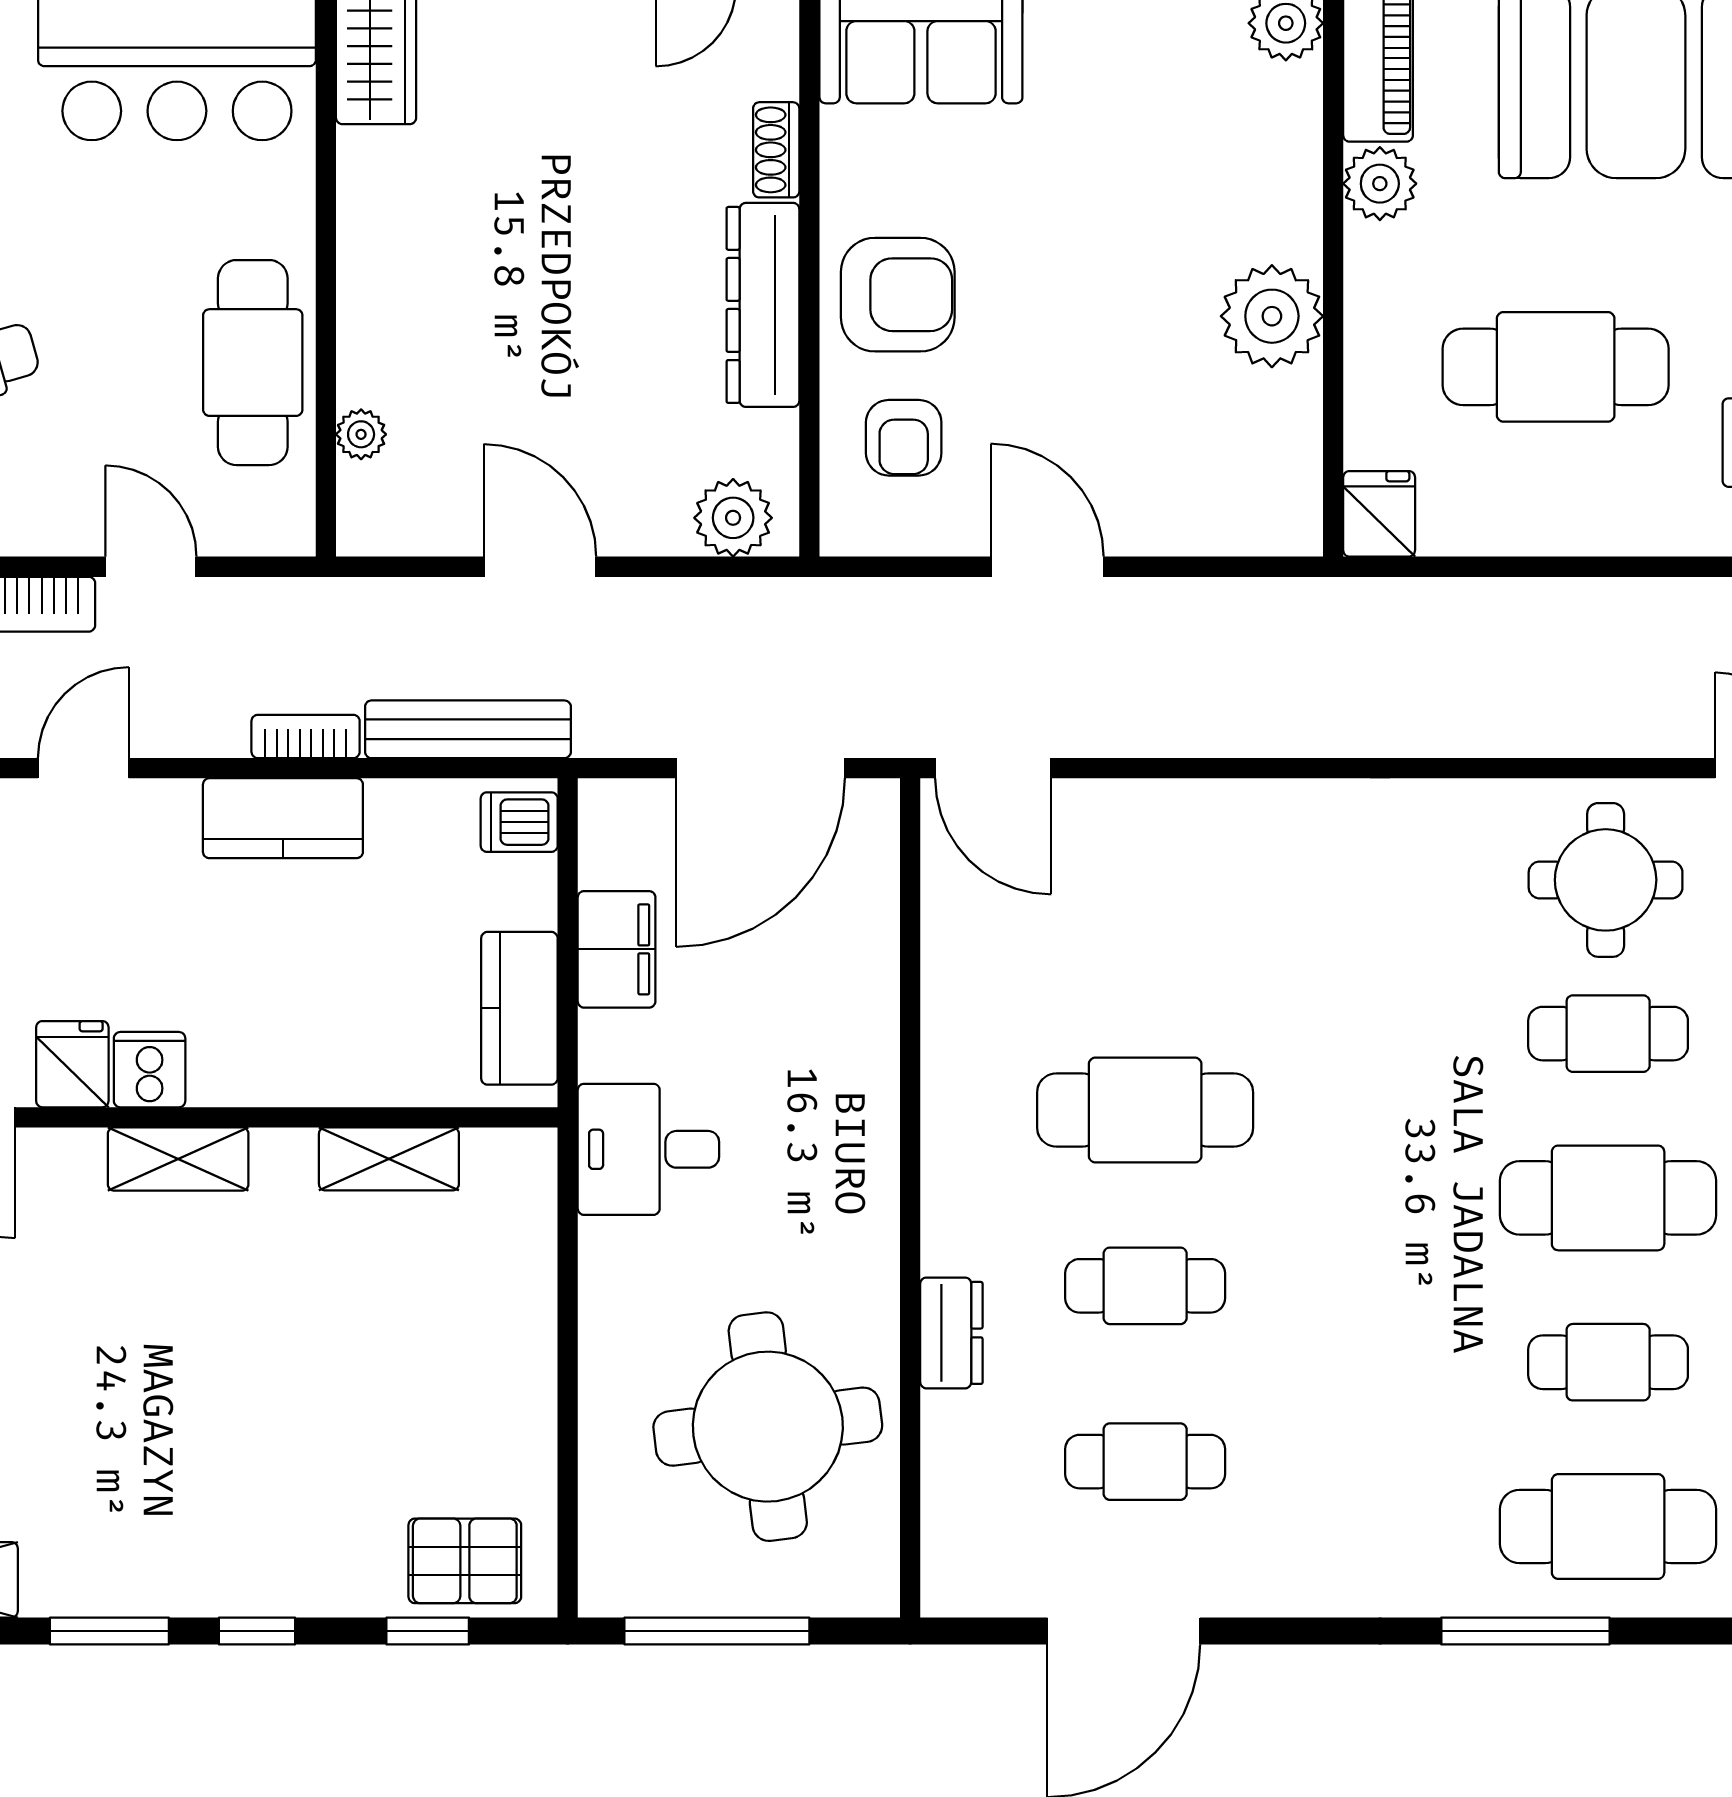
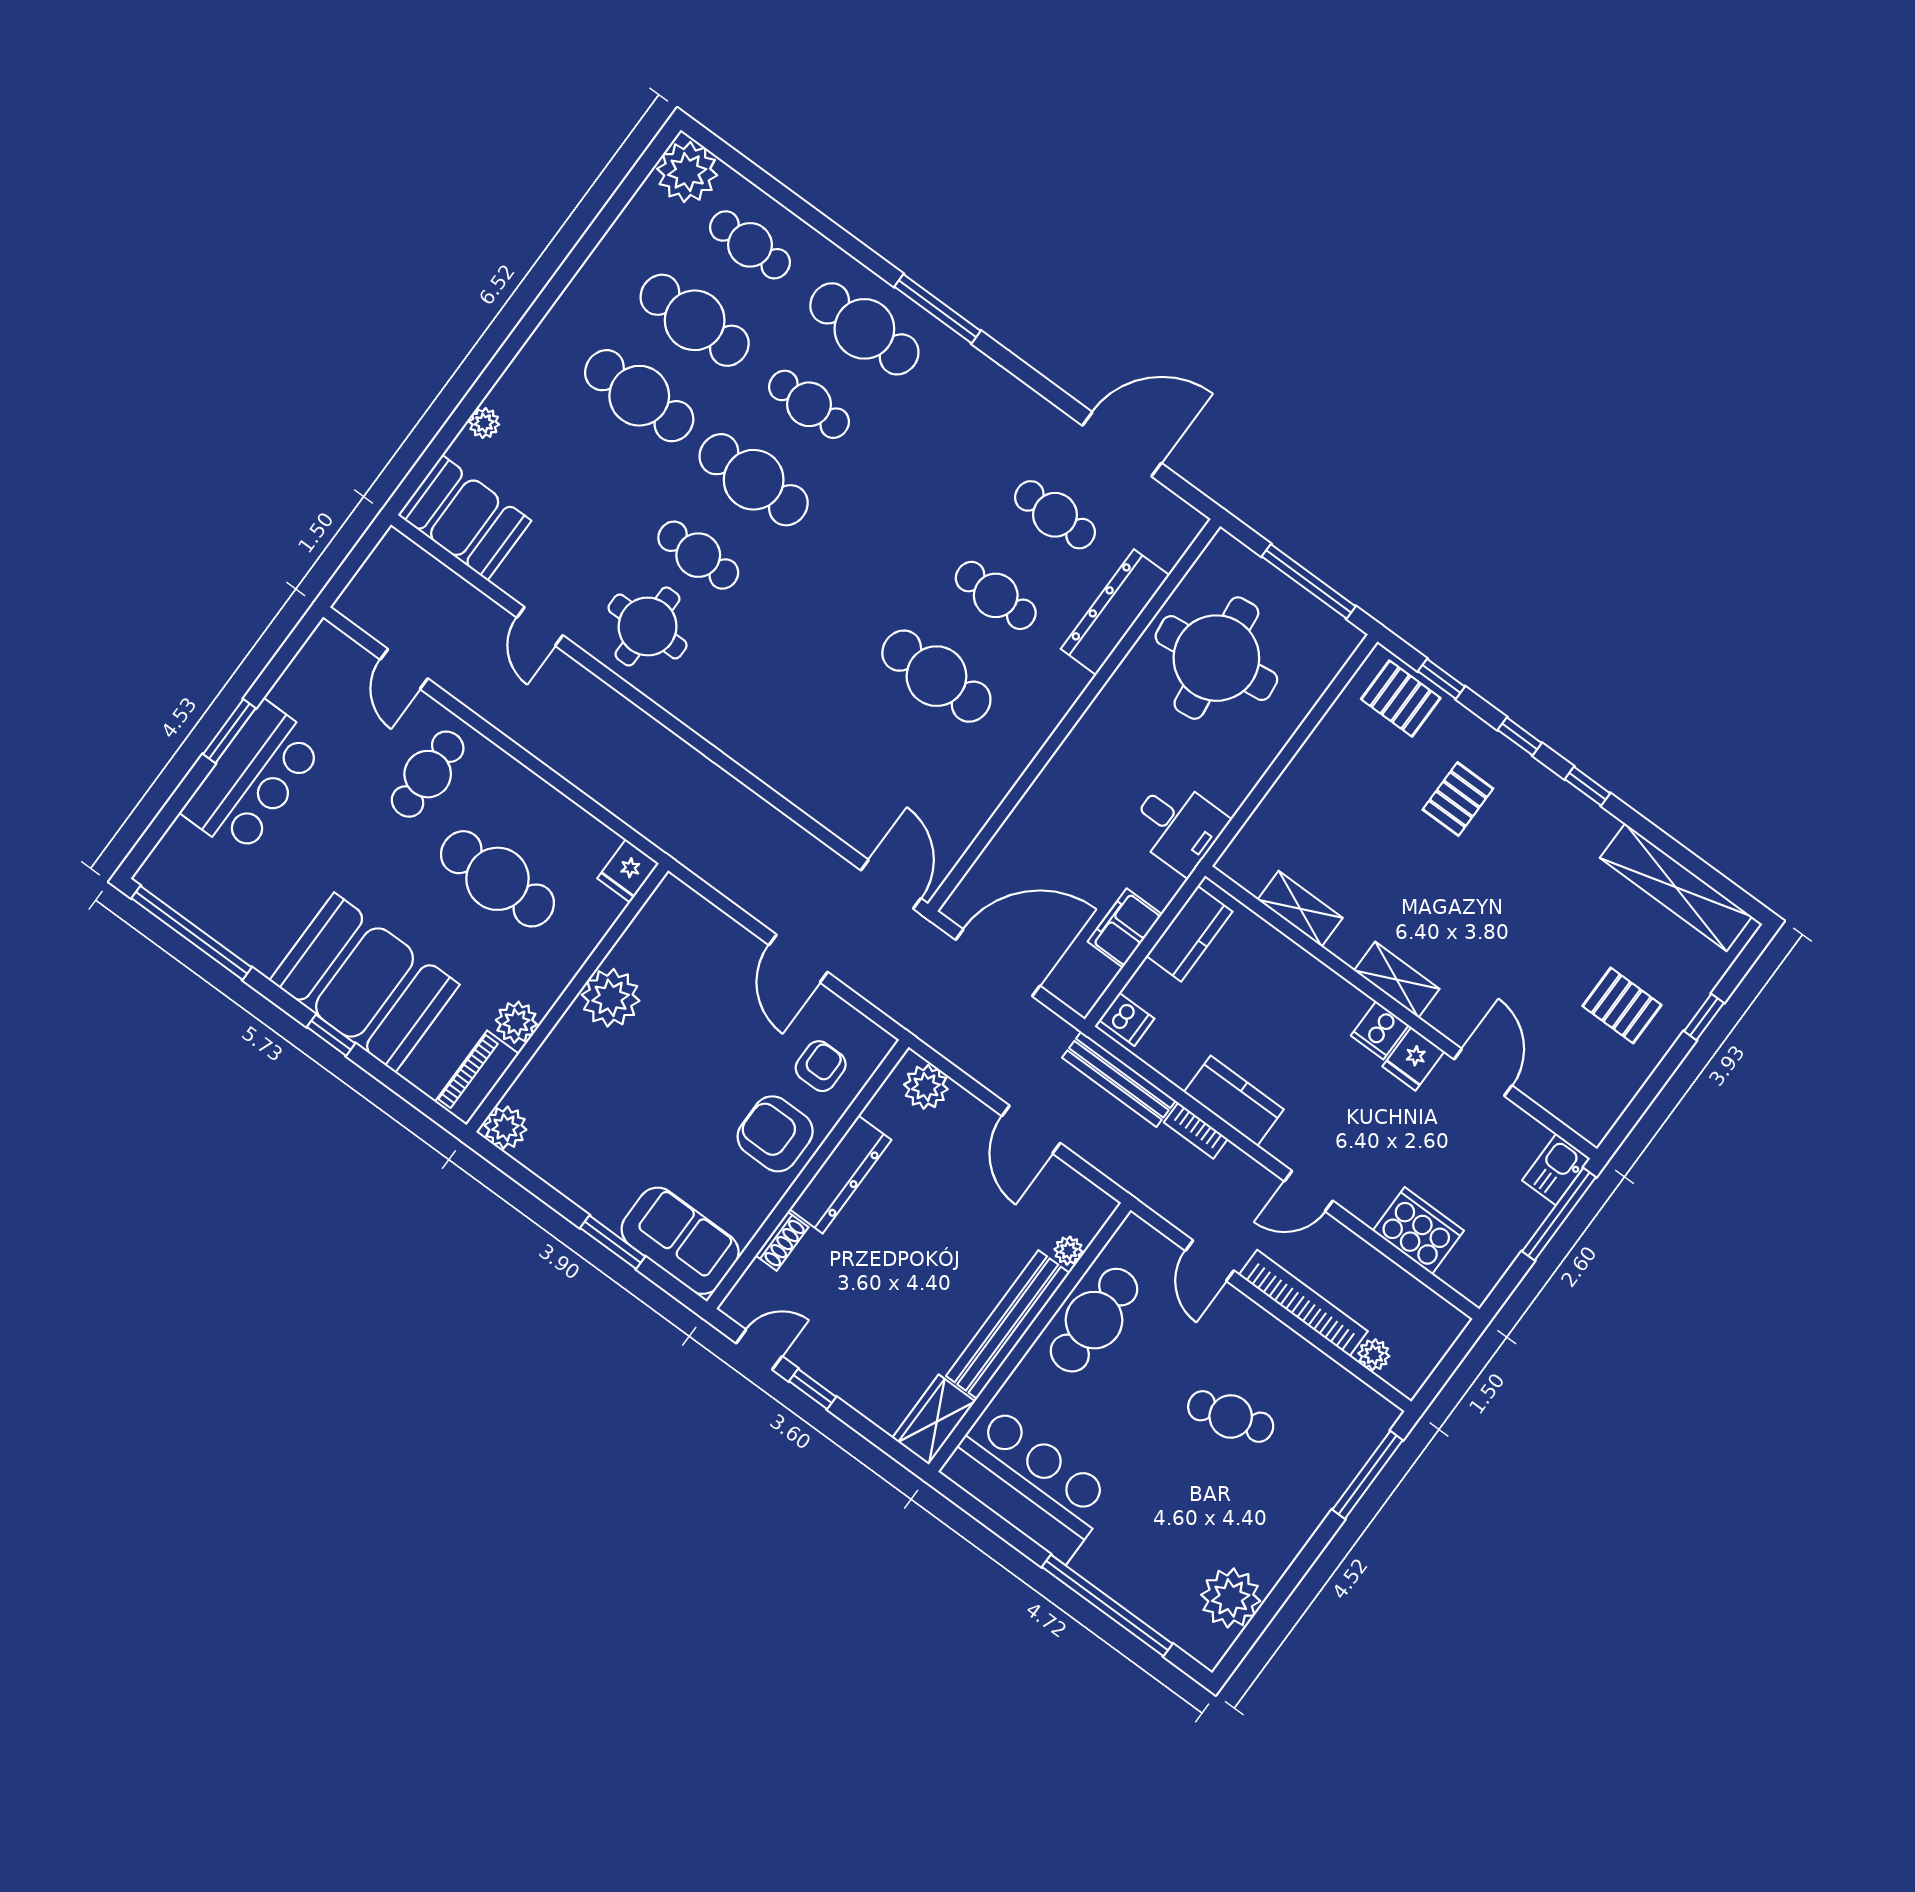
bench: (370, 267) -> (1008, 1325), added
dresser: (951, 1333) -> (1115, 612), width x1.96, depth x1.24
pallet: (279, 1478) -> (1458, 799), added
window: (109, 1631) -> (1587, 786), width x0.67

